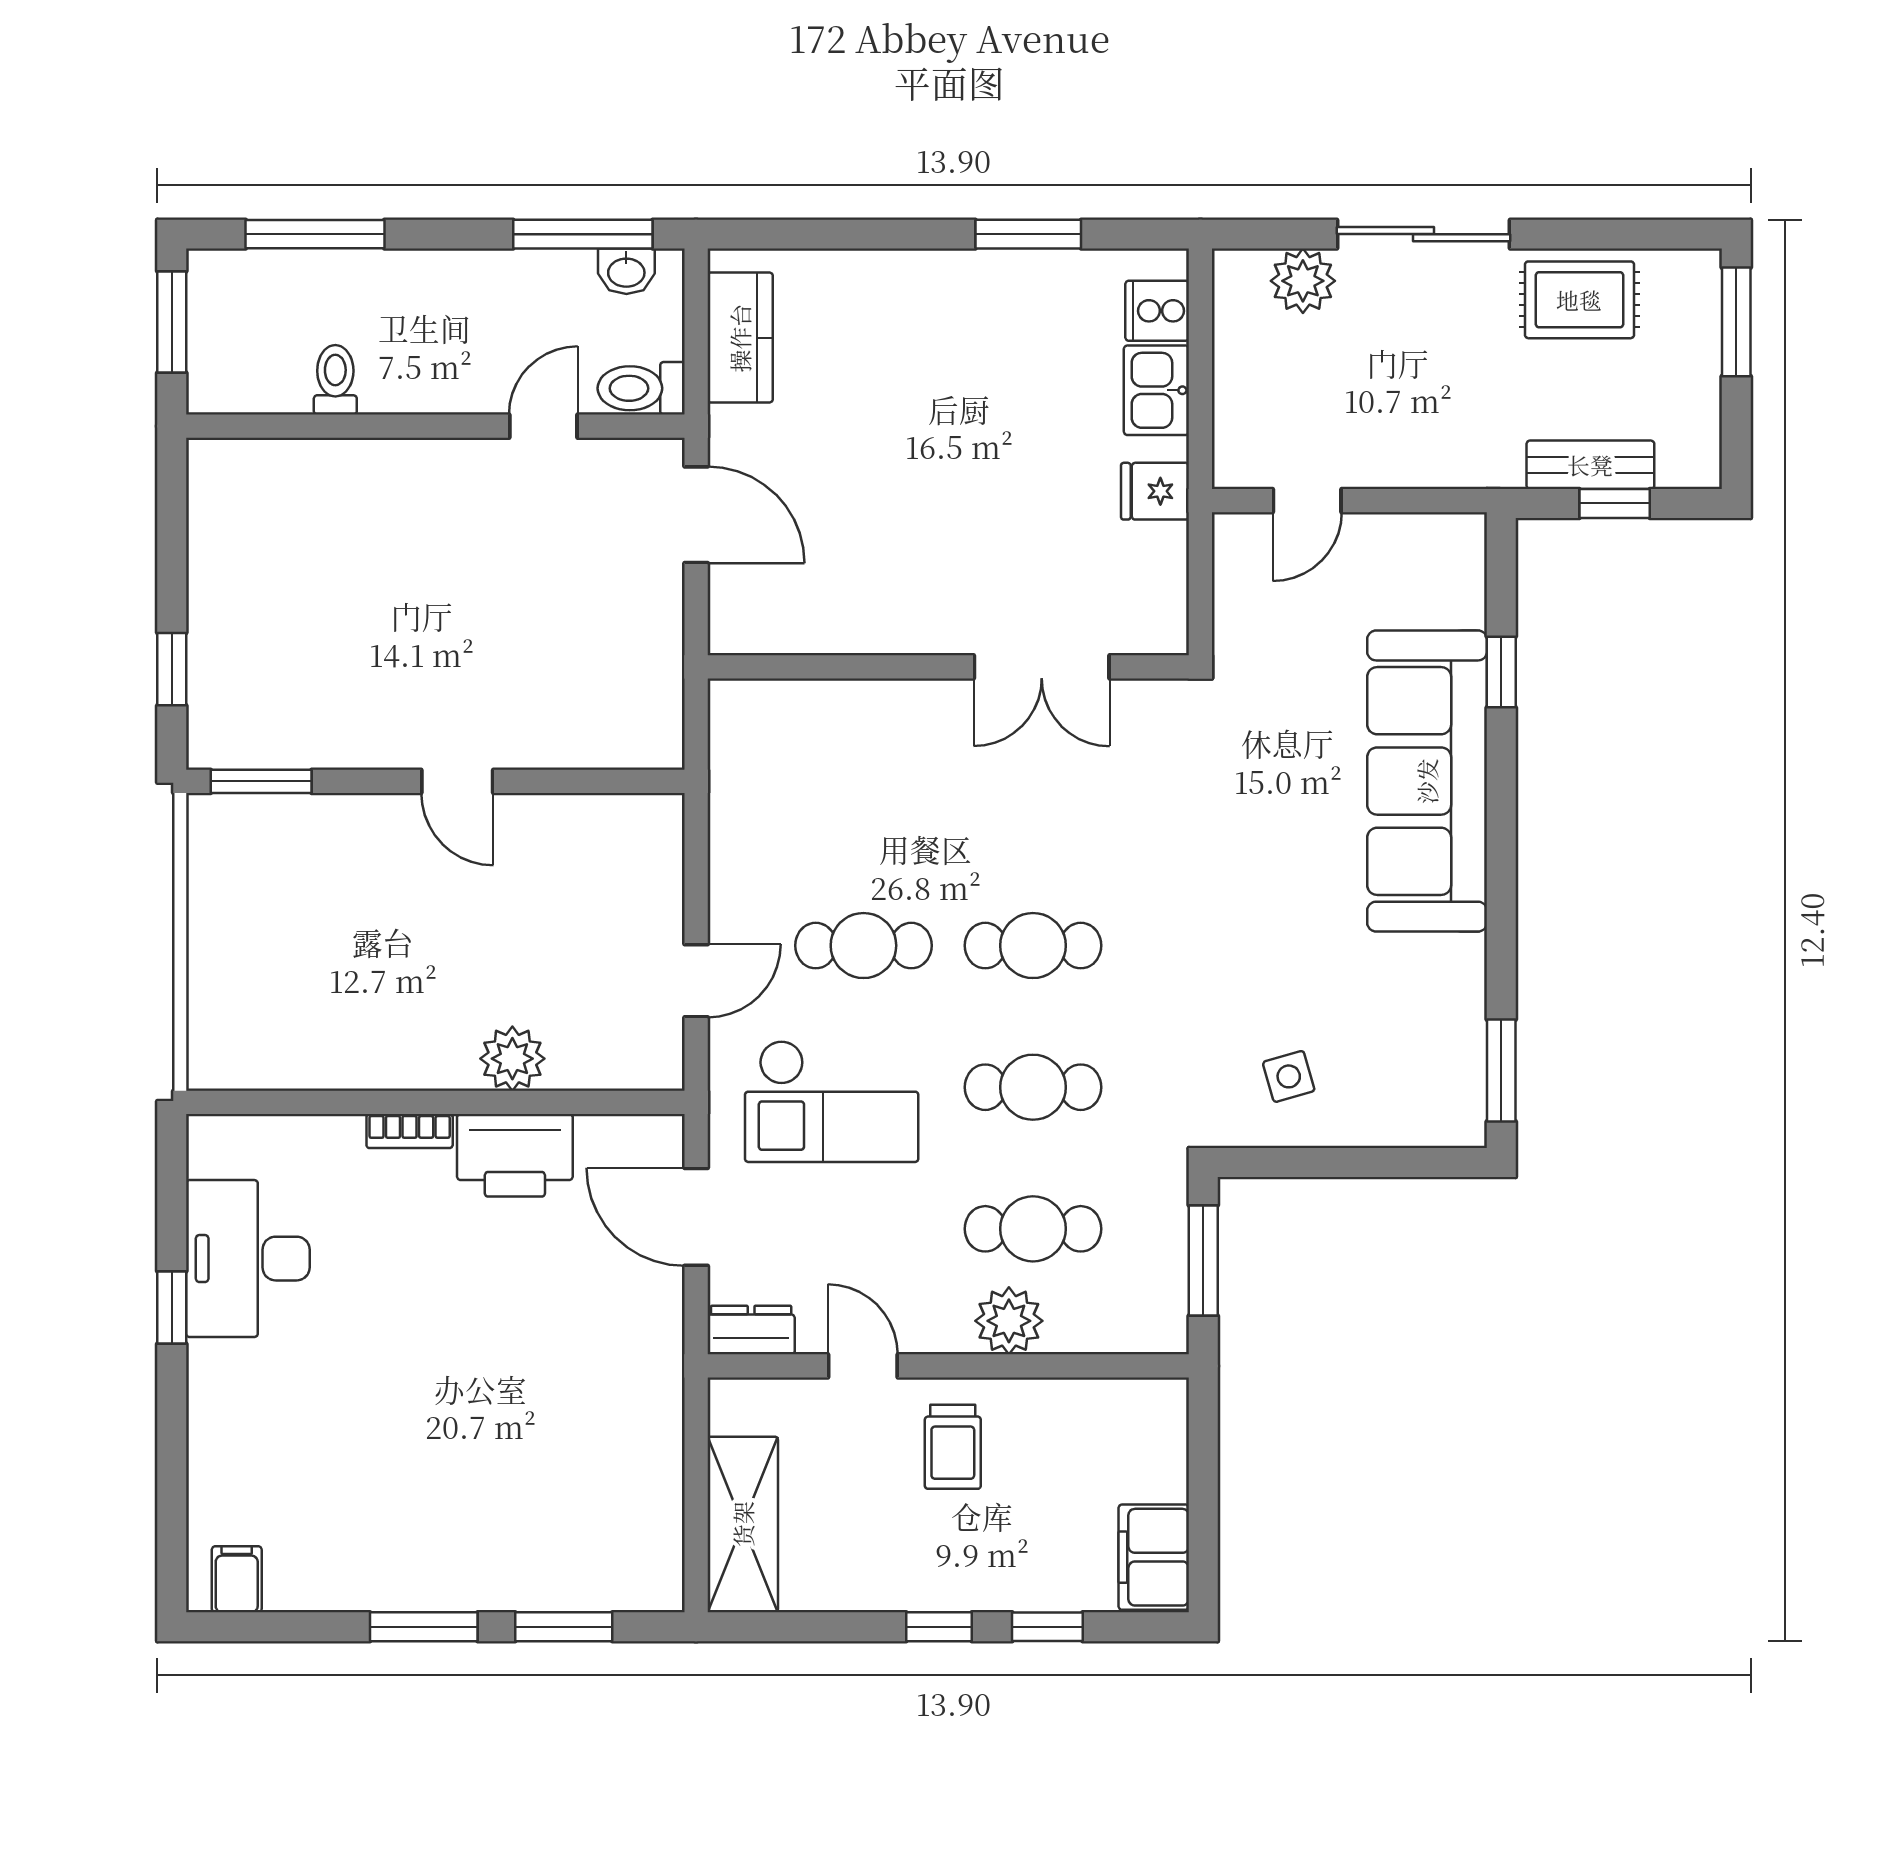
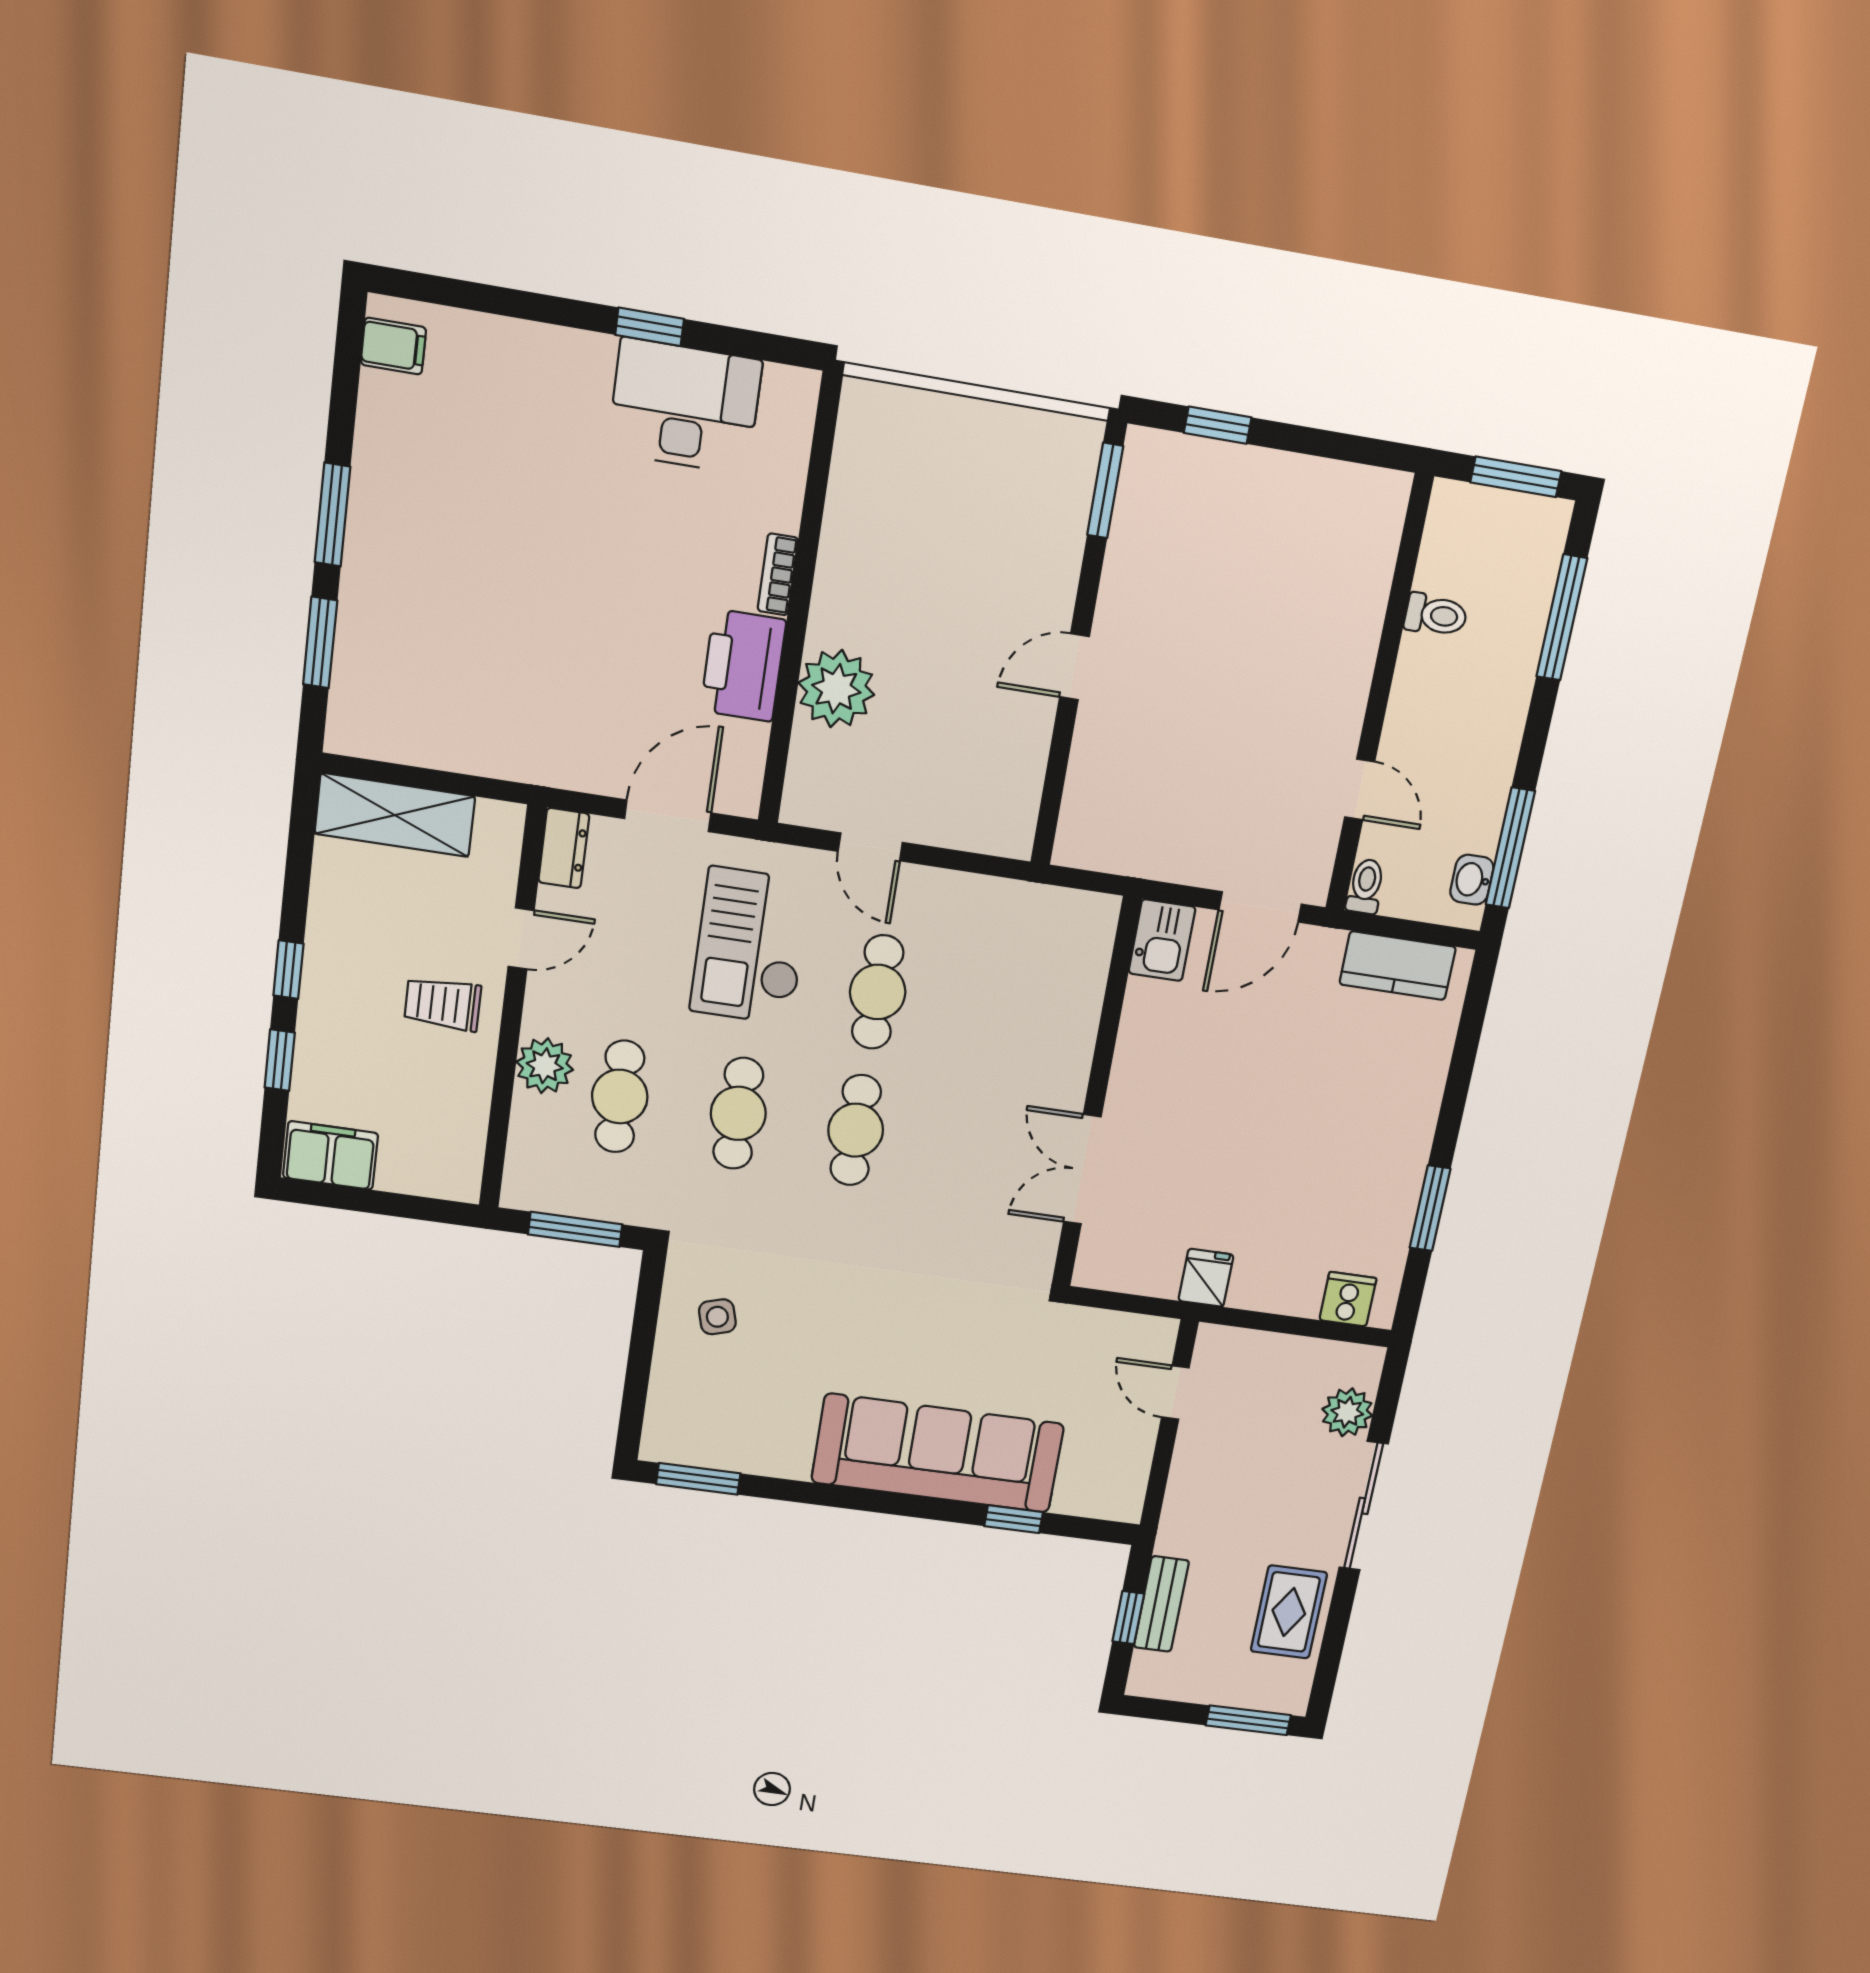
toilet: (641, 388) -> (1366, 886), width x0.73, depth x0.72
kitchen sink: (1156, 390) -> (1162, 940), moved, turned 90
plant: (512, 1059) -> (836, 689), width x1.36, depth x1.36

